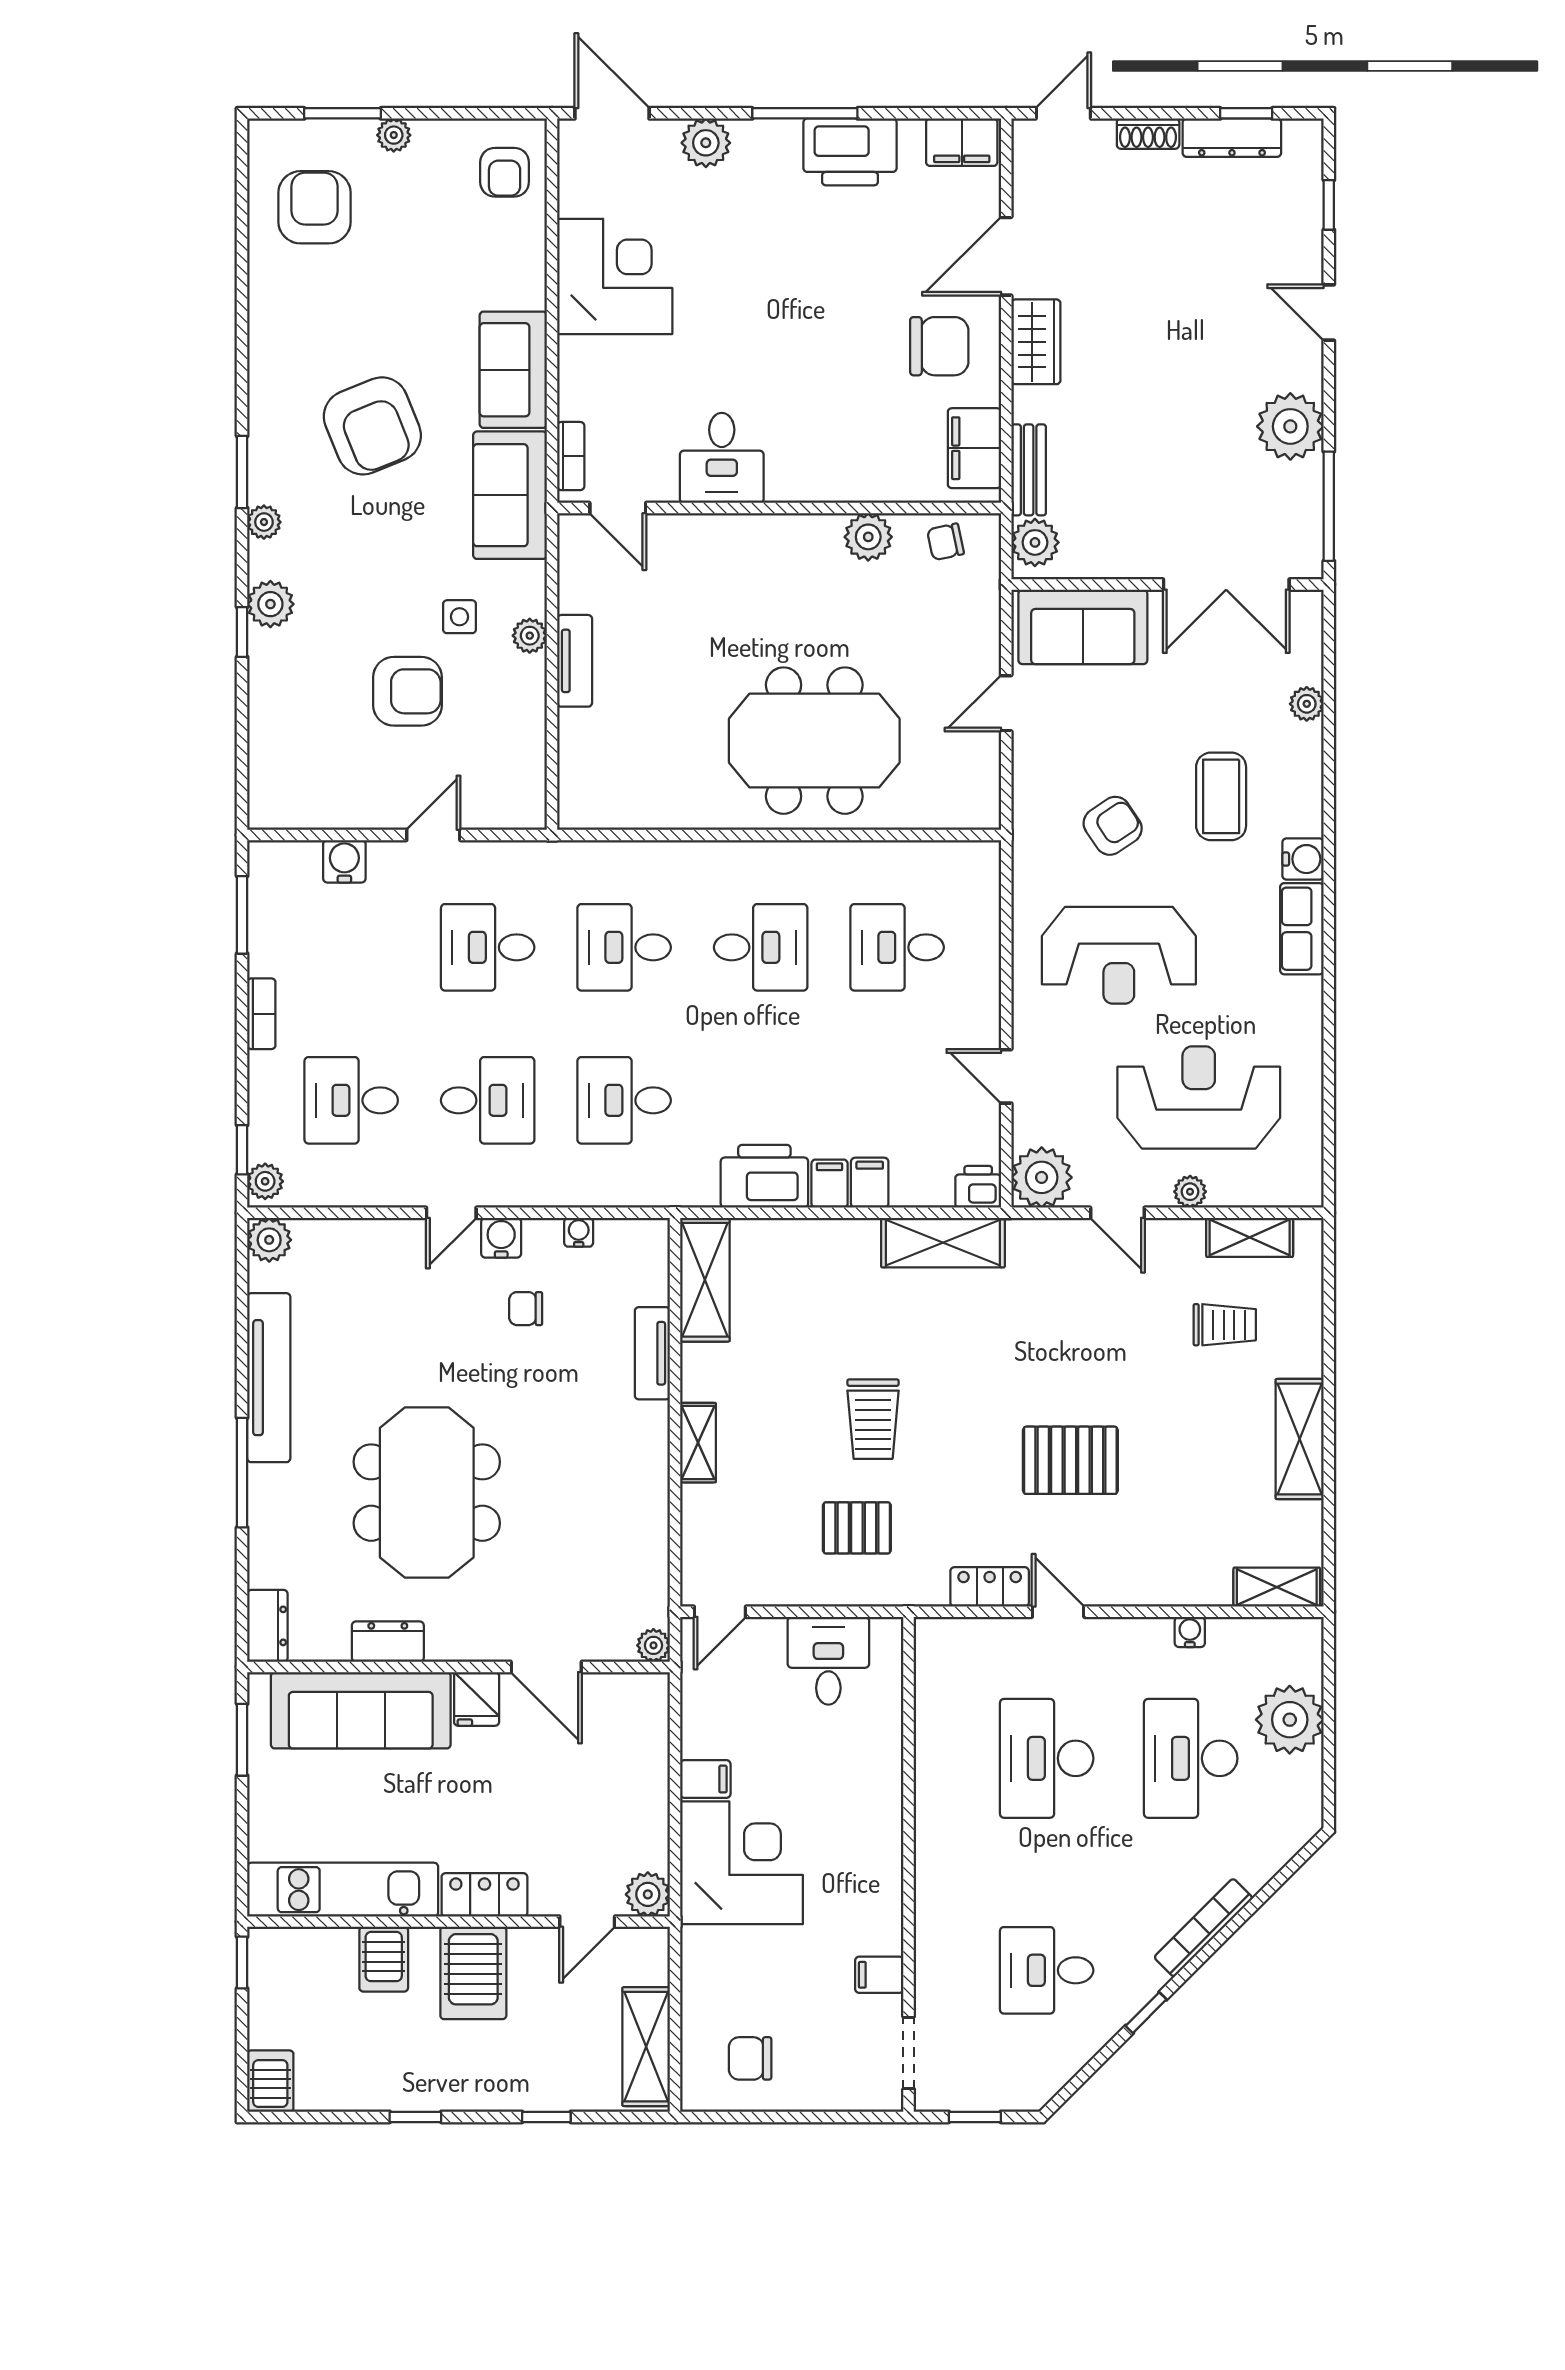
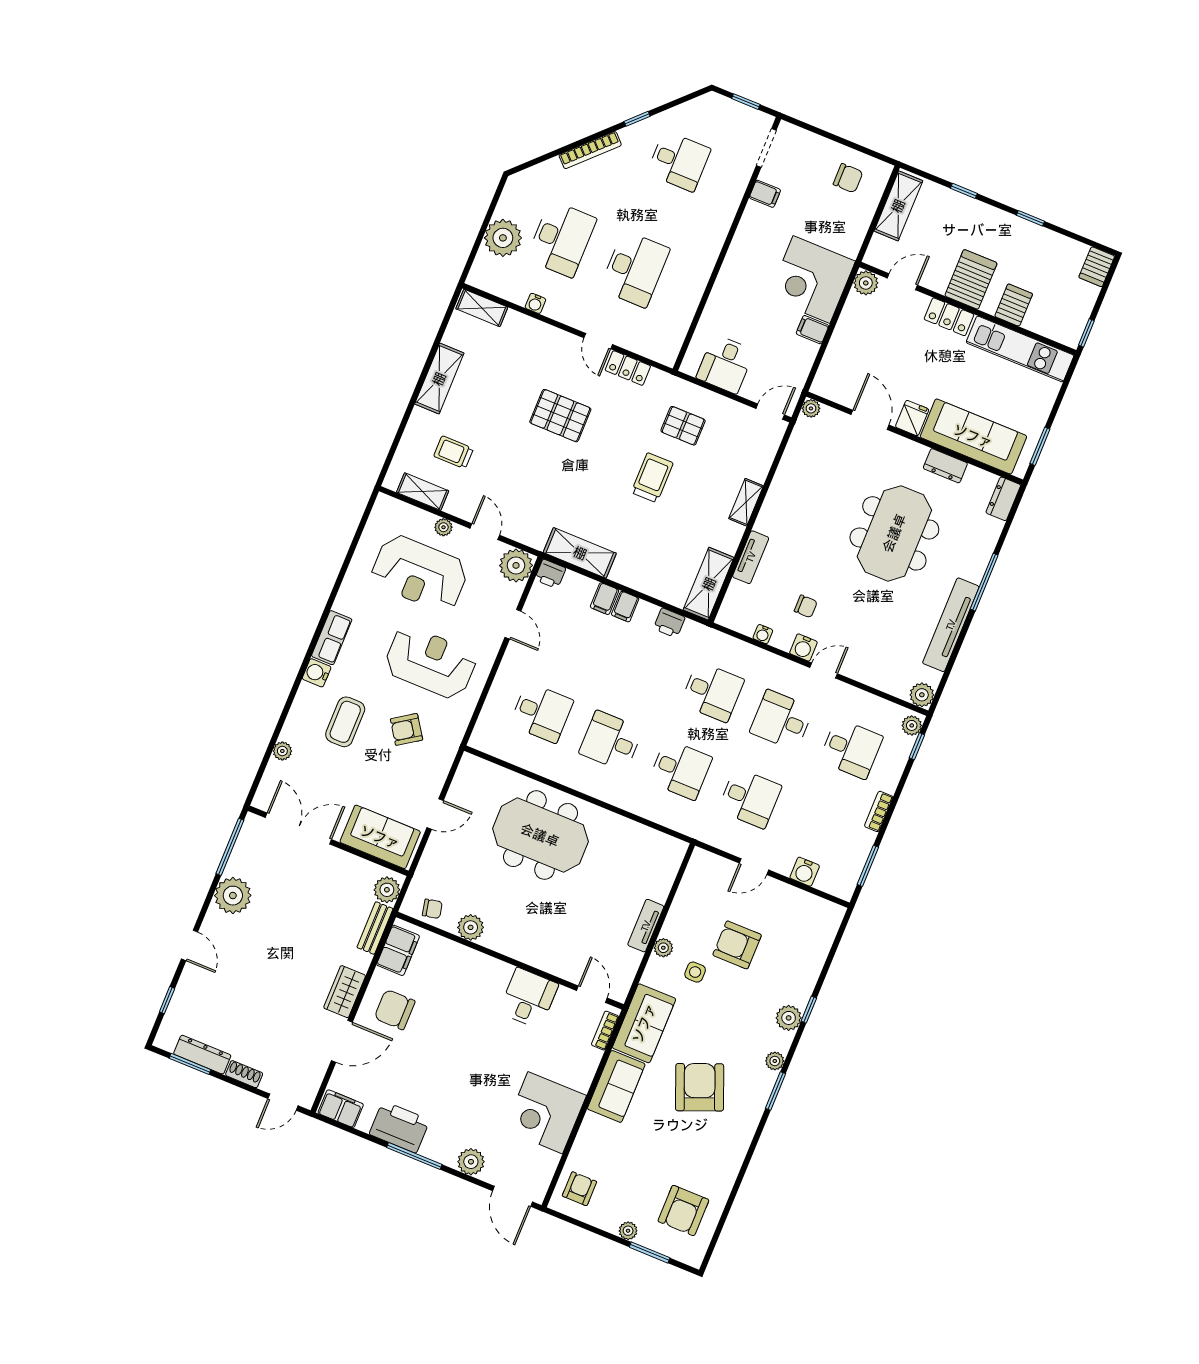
window: (1246, 113) -> (190, 1064), width x1.50
printer: (764, 1176) -> (669, 623), width x0.53, depth x0.68

